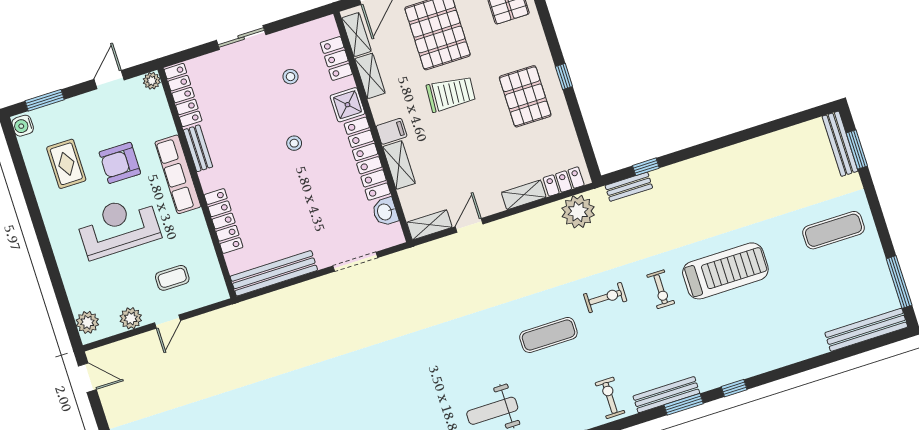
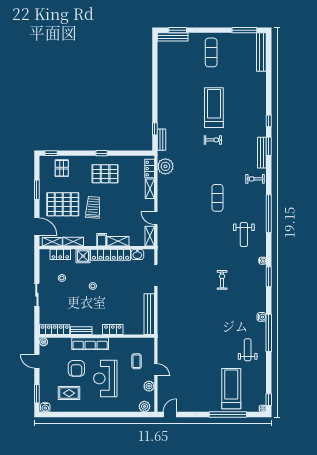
locker: (224, 221) -> (113, 330), width x0.66
exercise bike: (605, 298) -> (222, 280), moved

